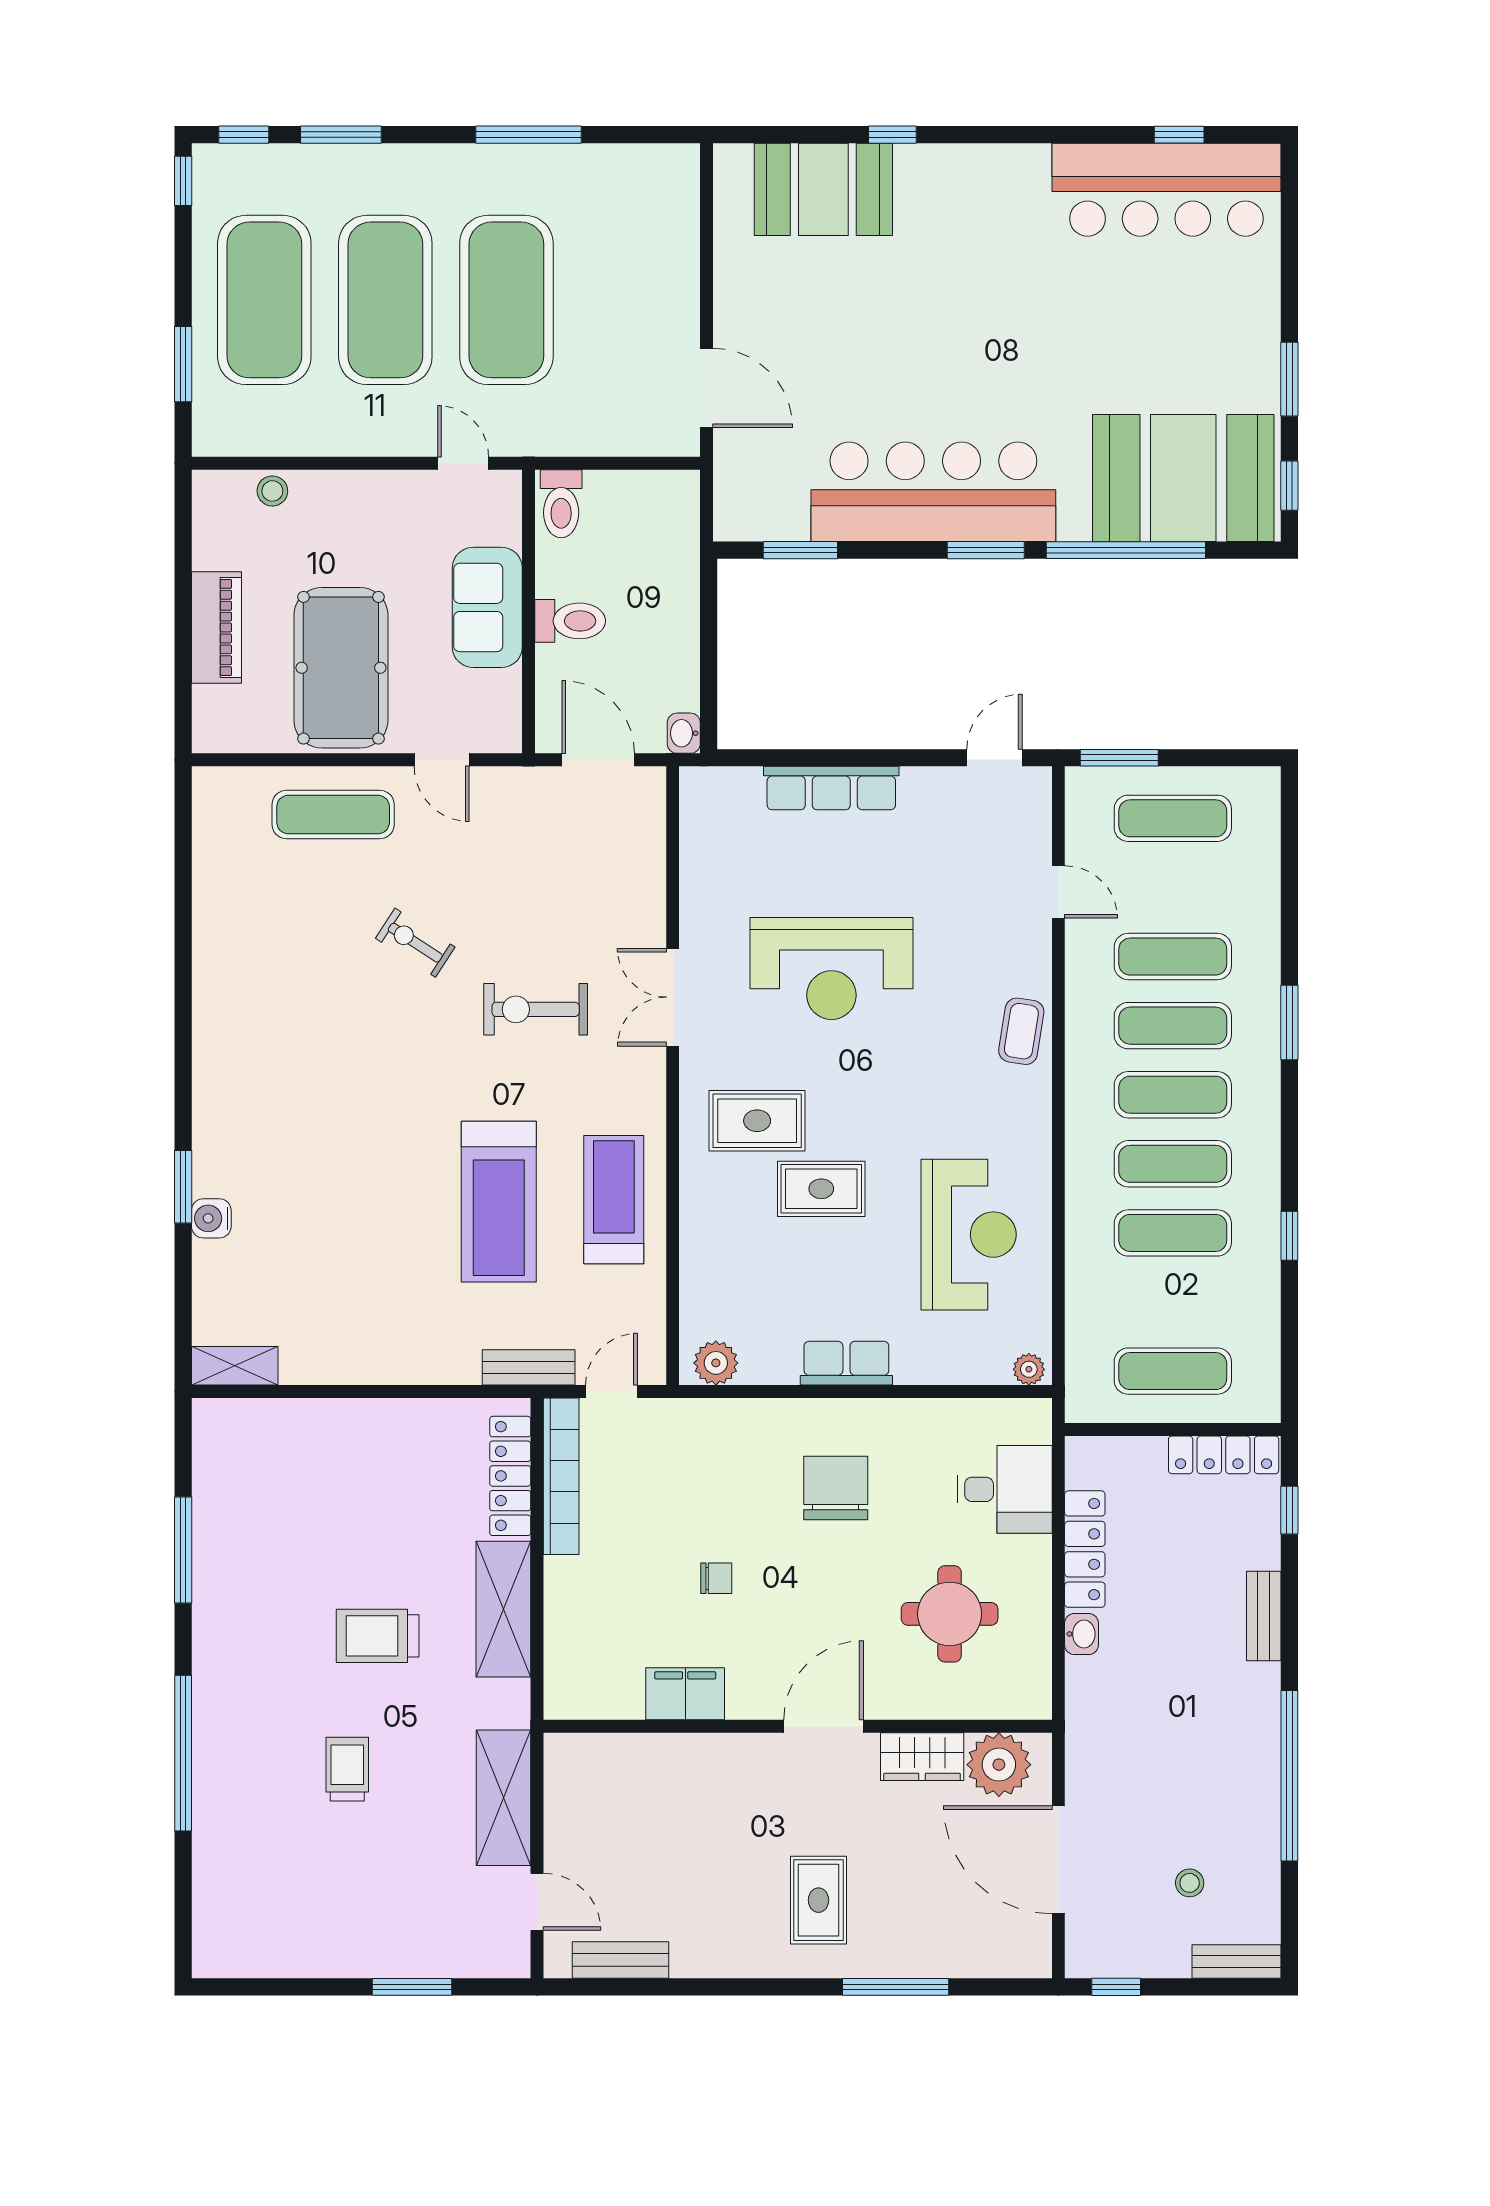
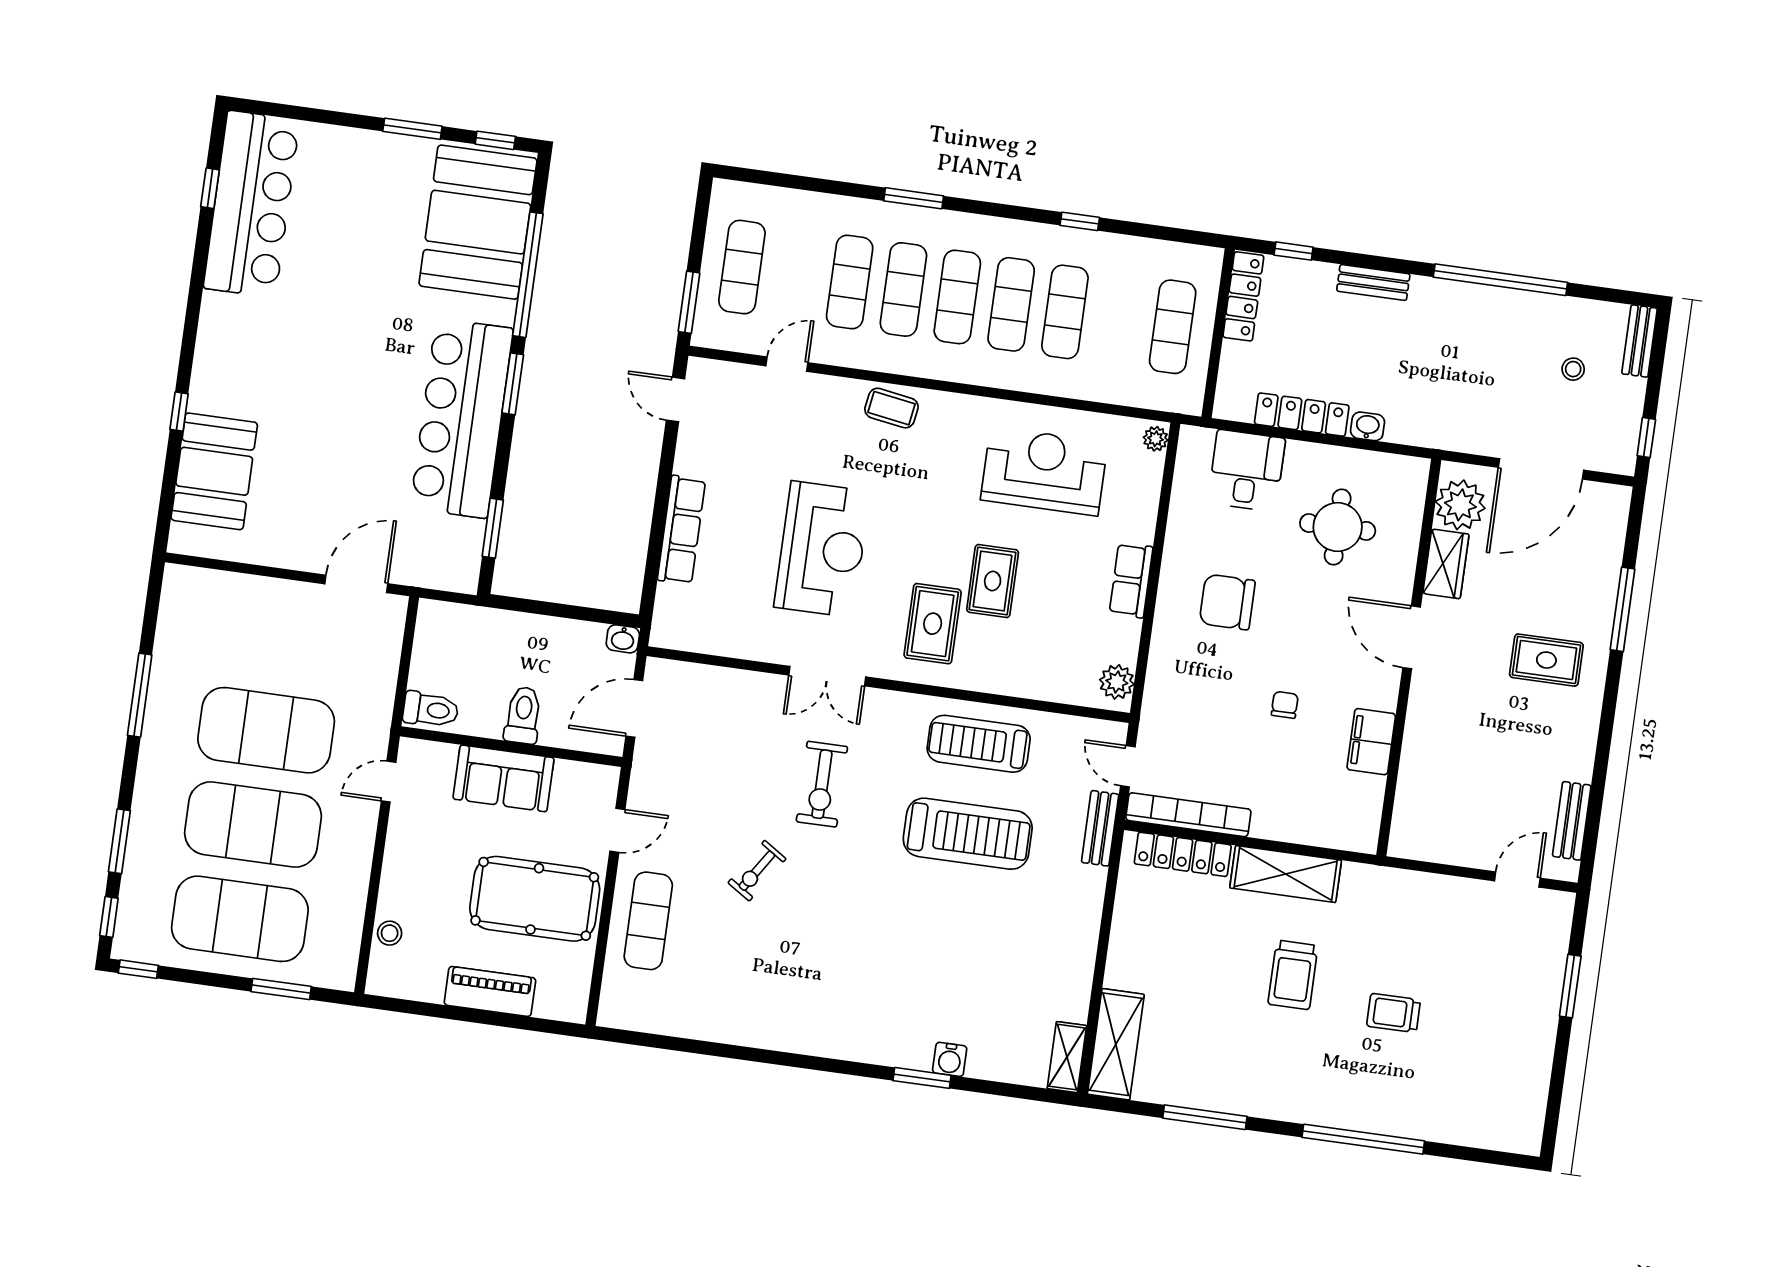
shelving: (503, 1798) -> (1116, 1044), moved, turned 90

